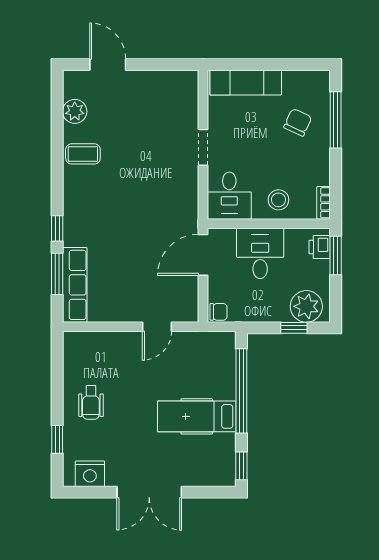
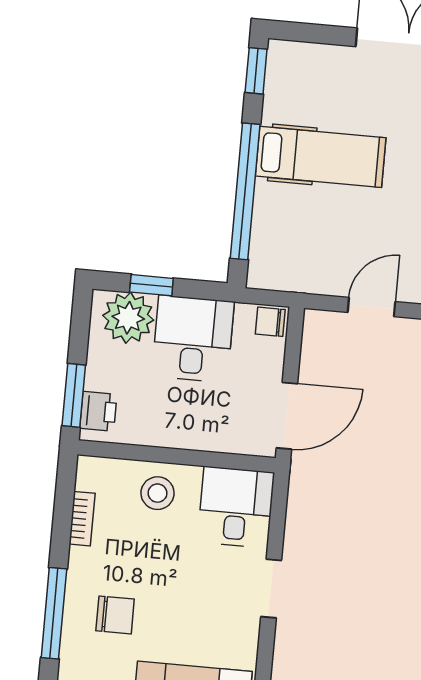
chair: (298, 122) -> (115, 615), turned -115
bookcase: (324, 203) -> (82, 519), moved
desk: (260, 253) -> (193, 339), moved, turned 180

